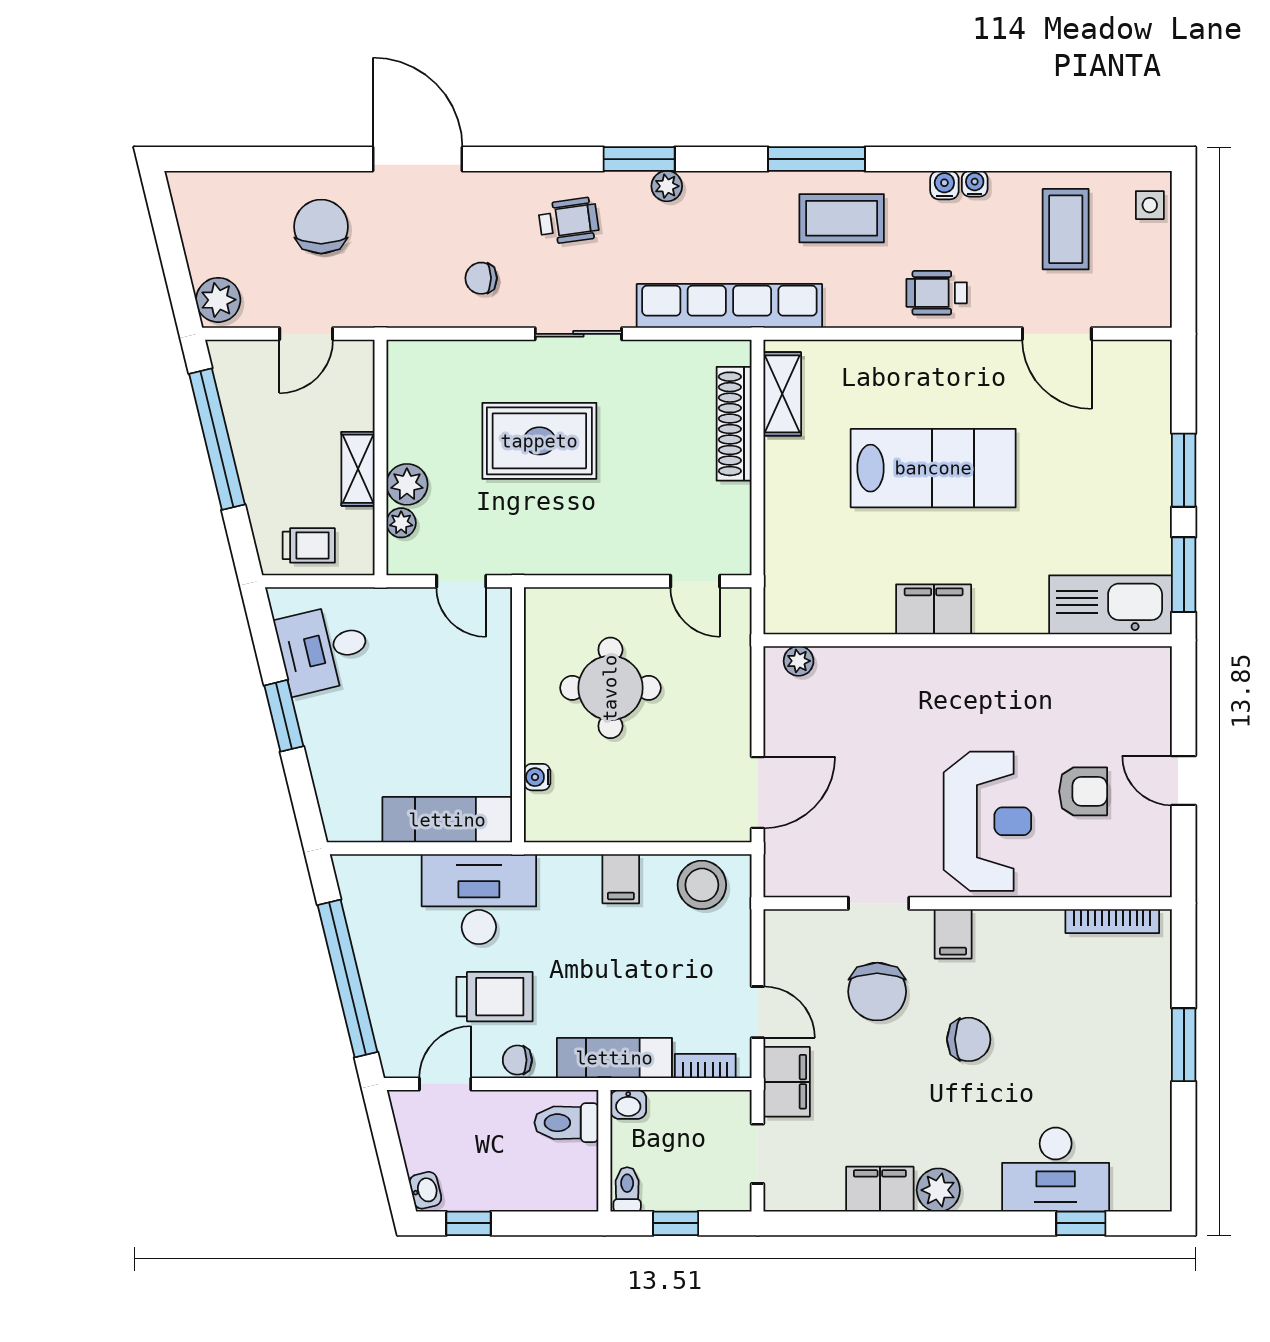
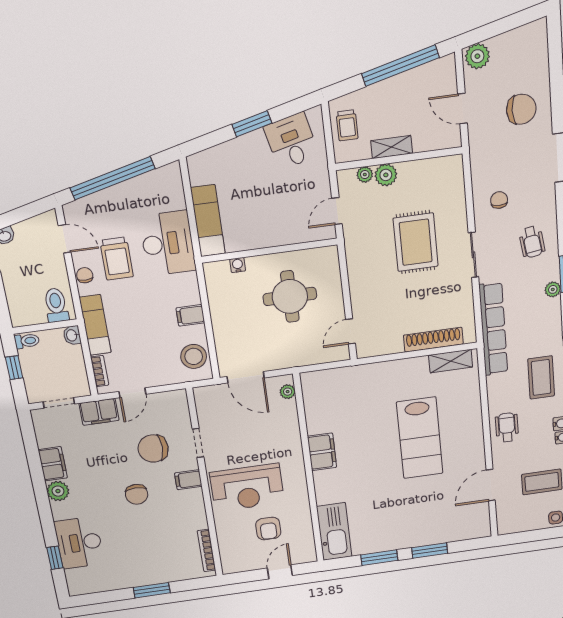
kitchen sink: (1110, 605) -> (334, 532), moved
filing cabinet: (934, 609) -> (322, 452), moved
wall: (968, 640) -> (309, 470), moved
plant: (799, 661) -> (288, 392), moved

